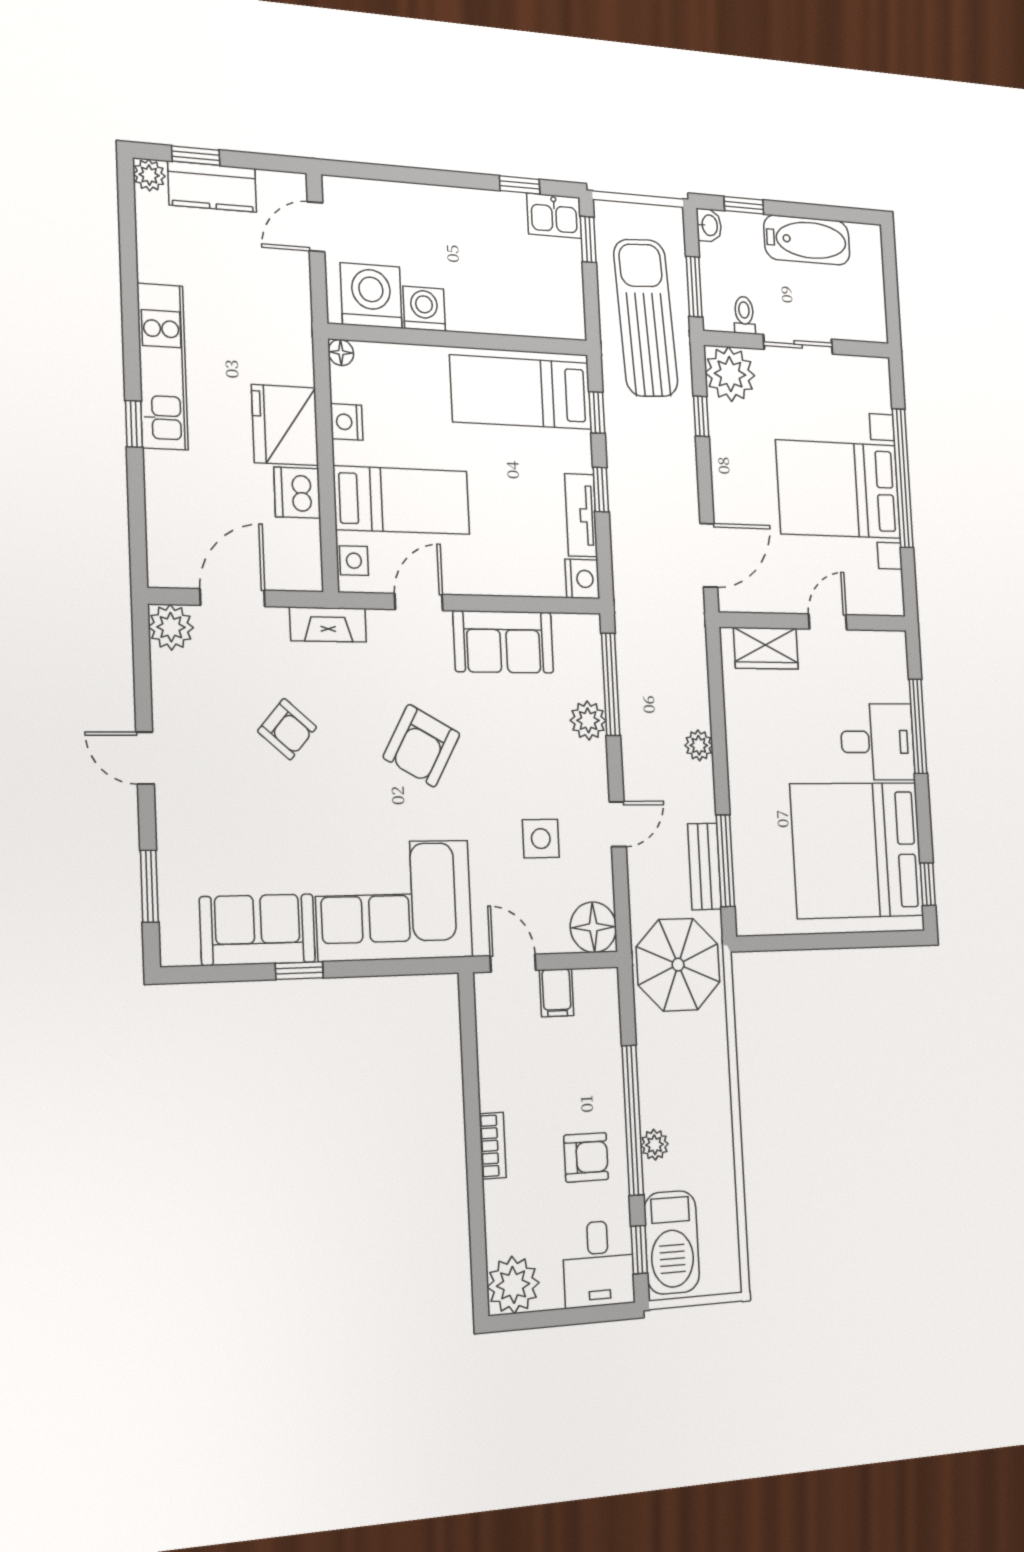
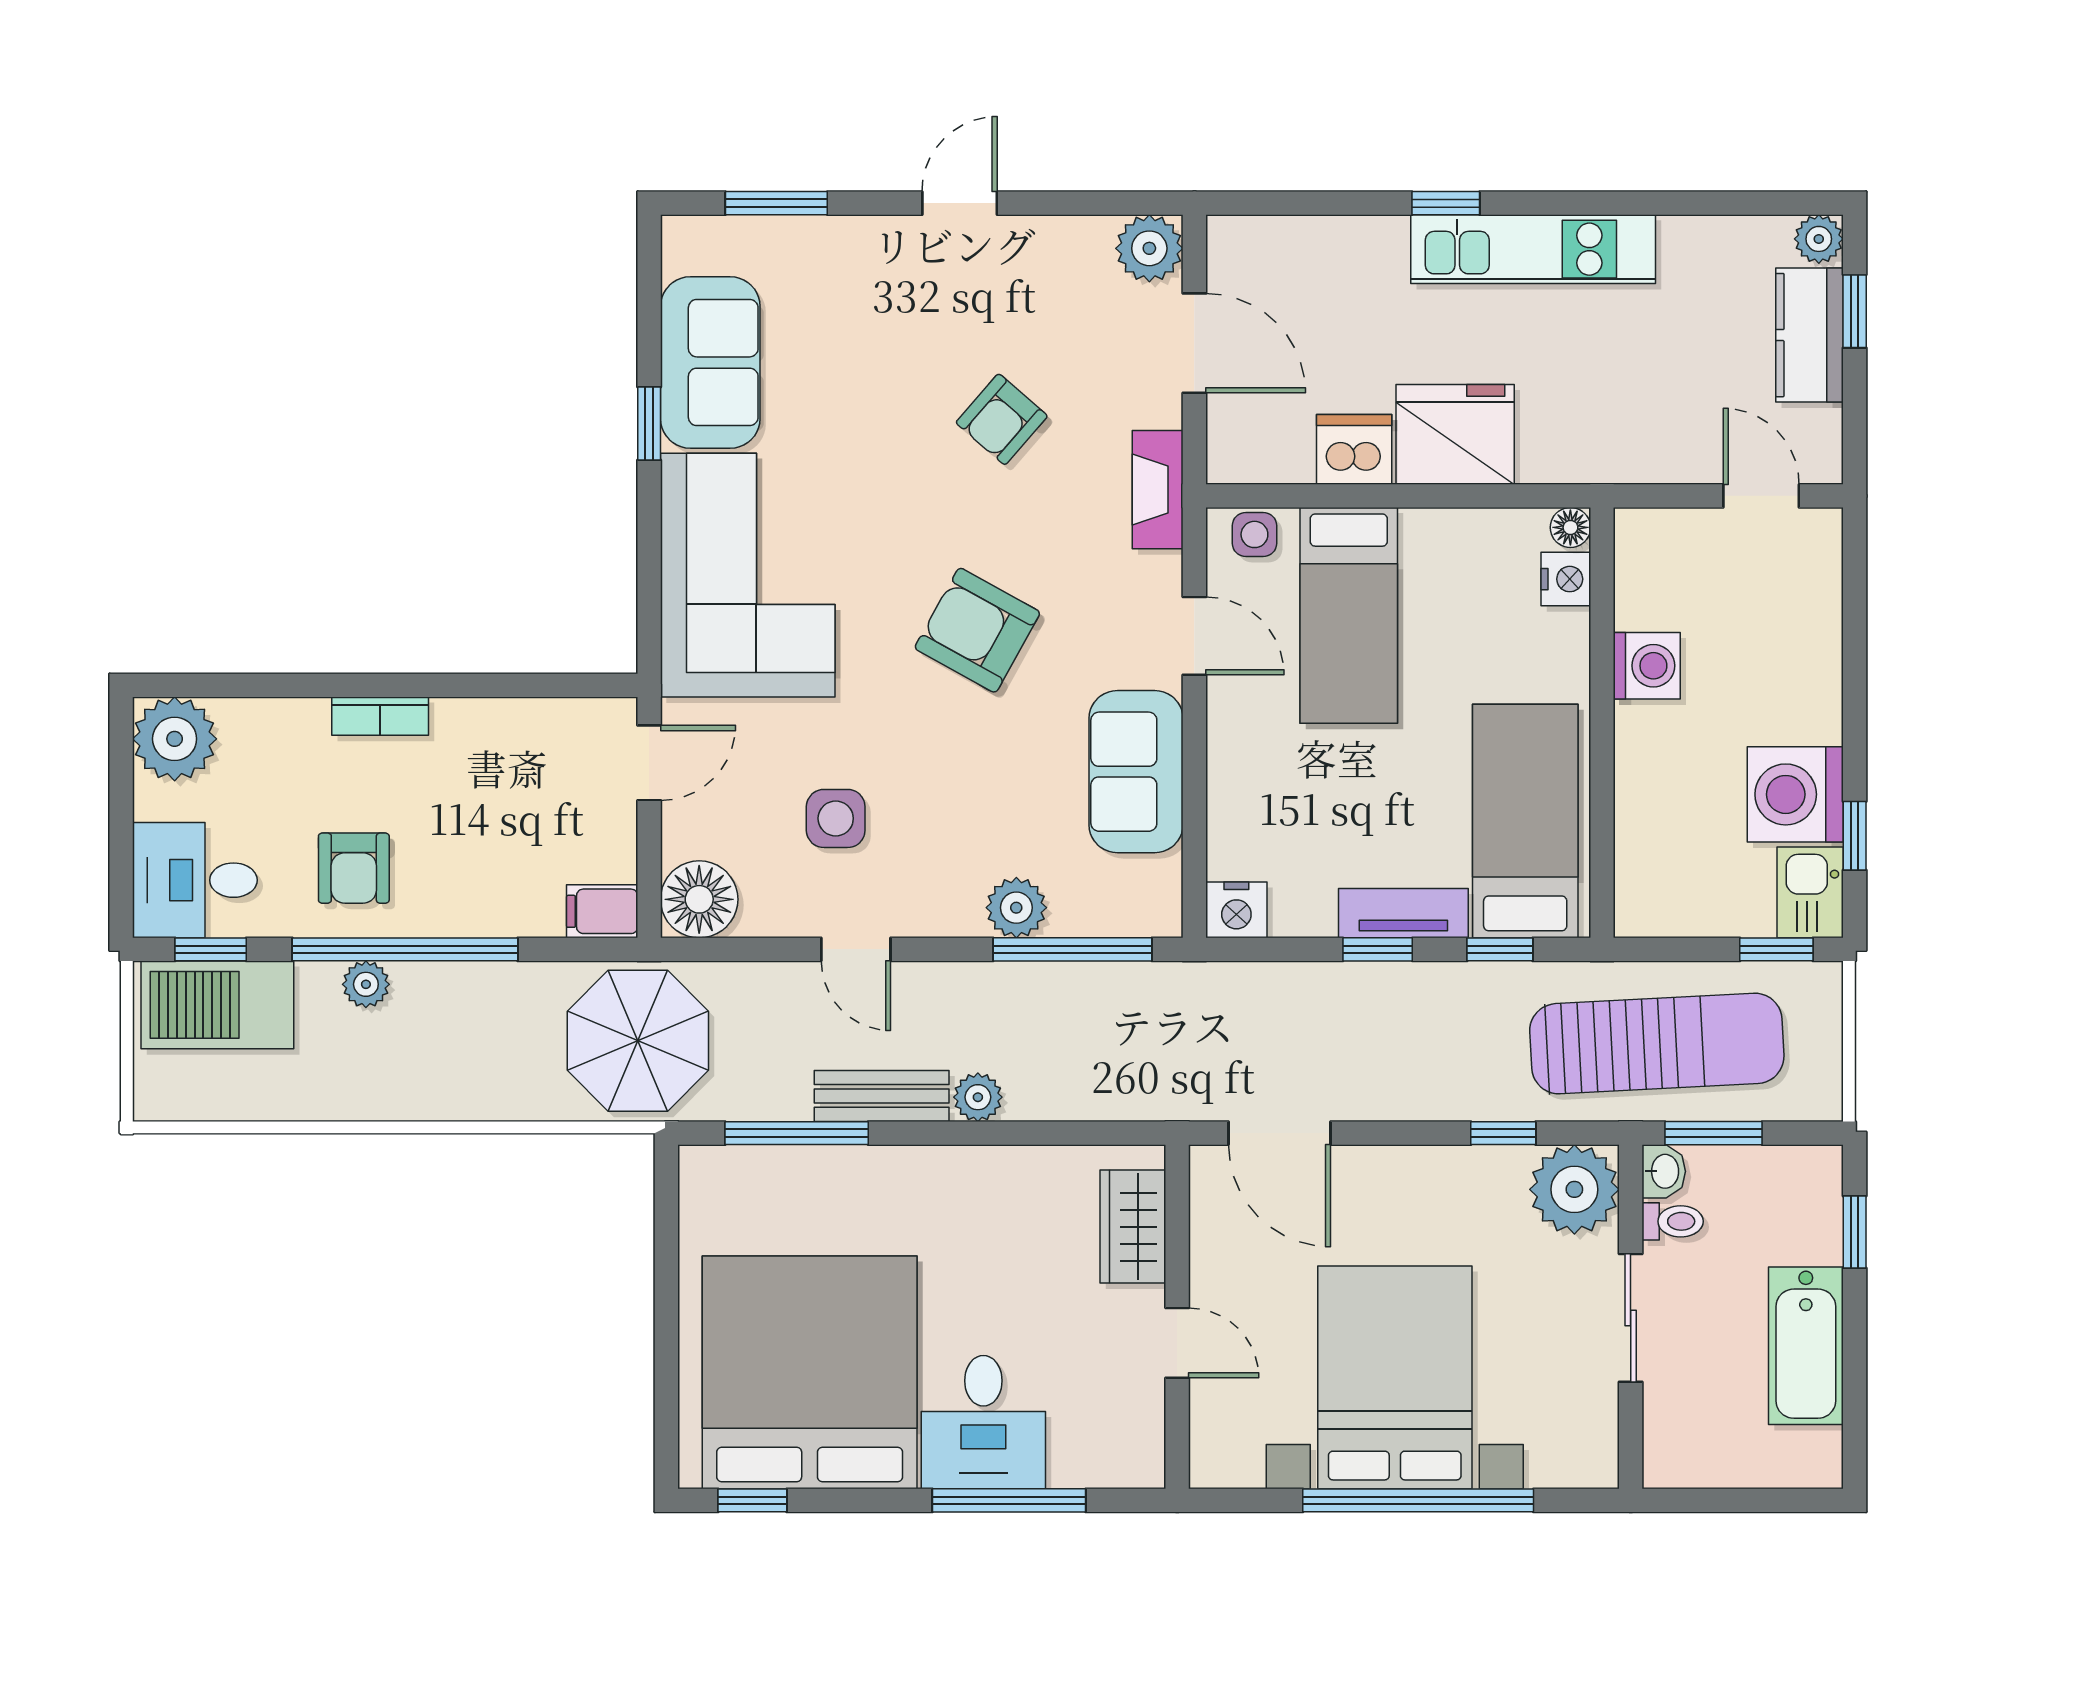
washbasin: (709, 225) -> (1664, 1171), moved, turned -90
washing machine: (371, 296) -> (1795, 794), moved, turned 180
nightstand: (347, 422) -> (1566, 579), moved, turned 90
tv unit: (581, 515) -> (1403, 913), moved
bench: (705, 866) -> (882, 1096), moved
filing cabinet: (557, 993) -> (602, 911), moved

